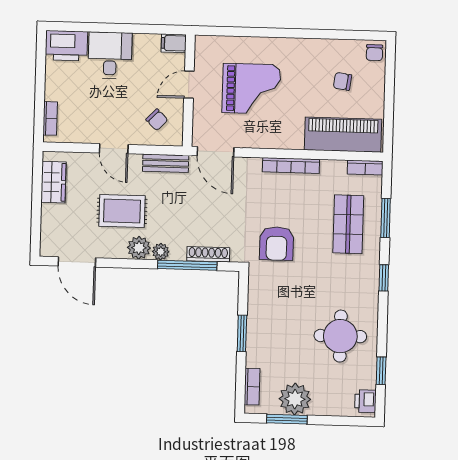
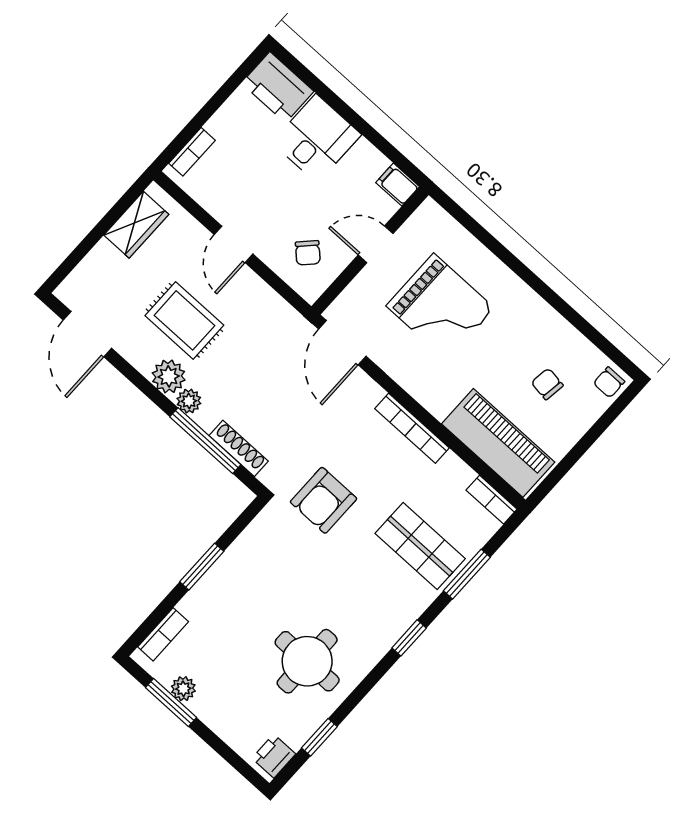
bench: (166, 163) -> (277, 309), removed
shop shelf: (348, 224) -> (420, 546), turned 90
plant: (295, 399) -> (183, 689), width x0.53, depth x0.53

